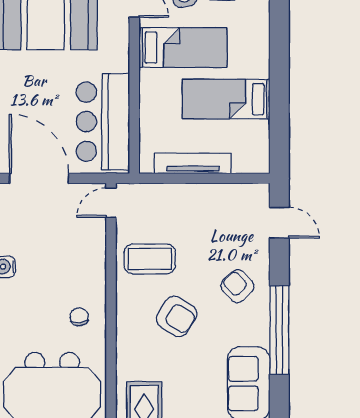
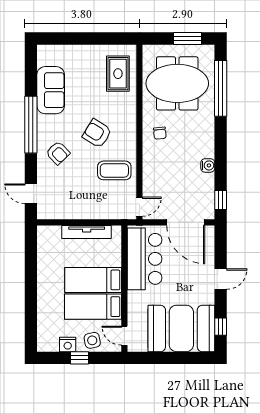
bed: (226, 99) -> (93, 280), moved, turned 180

